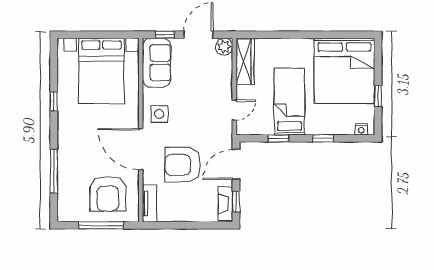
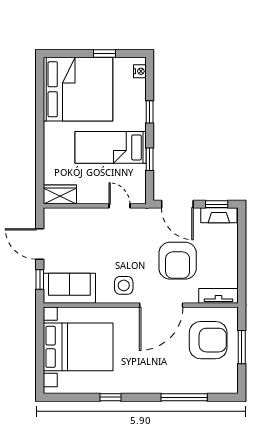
plant: (224, 47) -> (52, 217), removed
wardrobe: (245, 61) -> (60, 195), width x0.67
window: (101, 225) -> (242, 347), width x0.69

